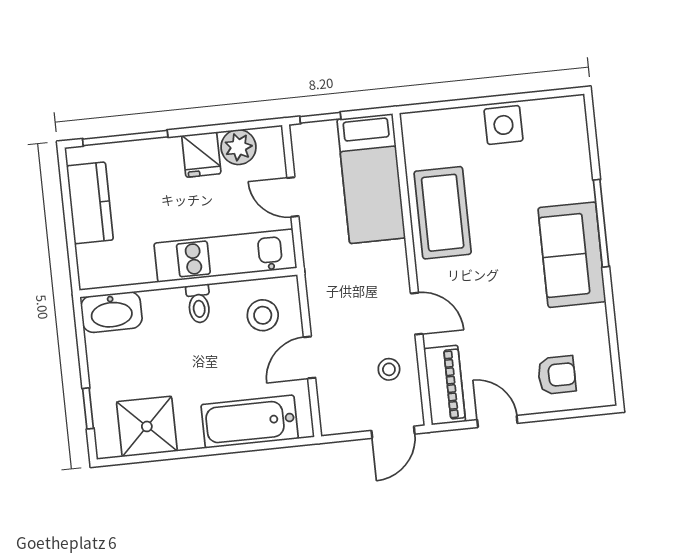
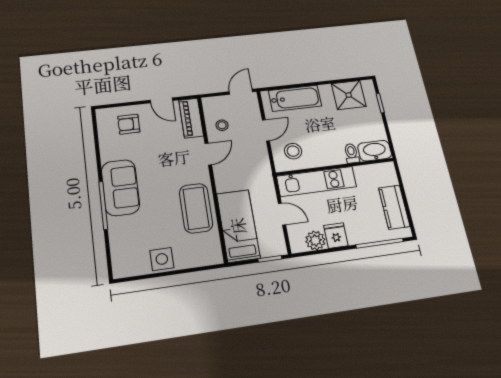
toilet: (199, 304) -> (351, 153), moved
door: (417, 314) -> (208, 154), swing flipped
door: (393, 432) -> (241, 92), moved

